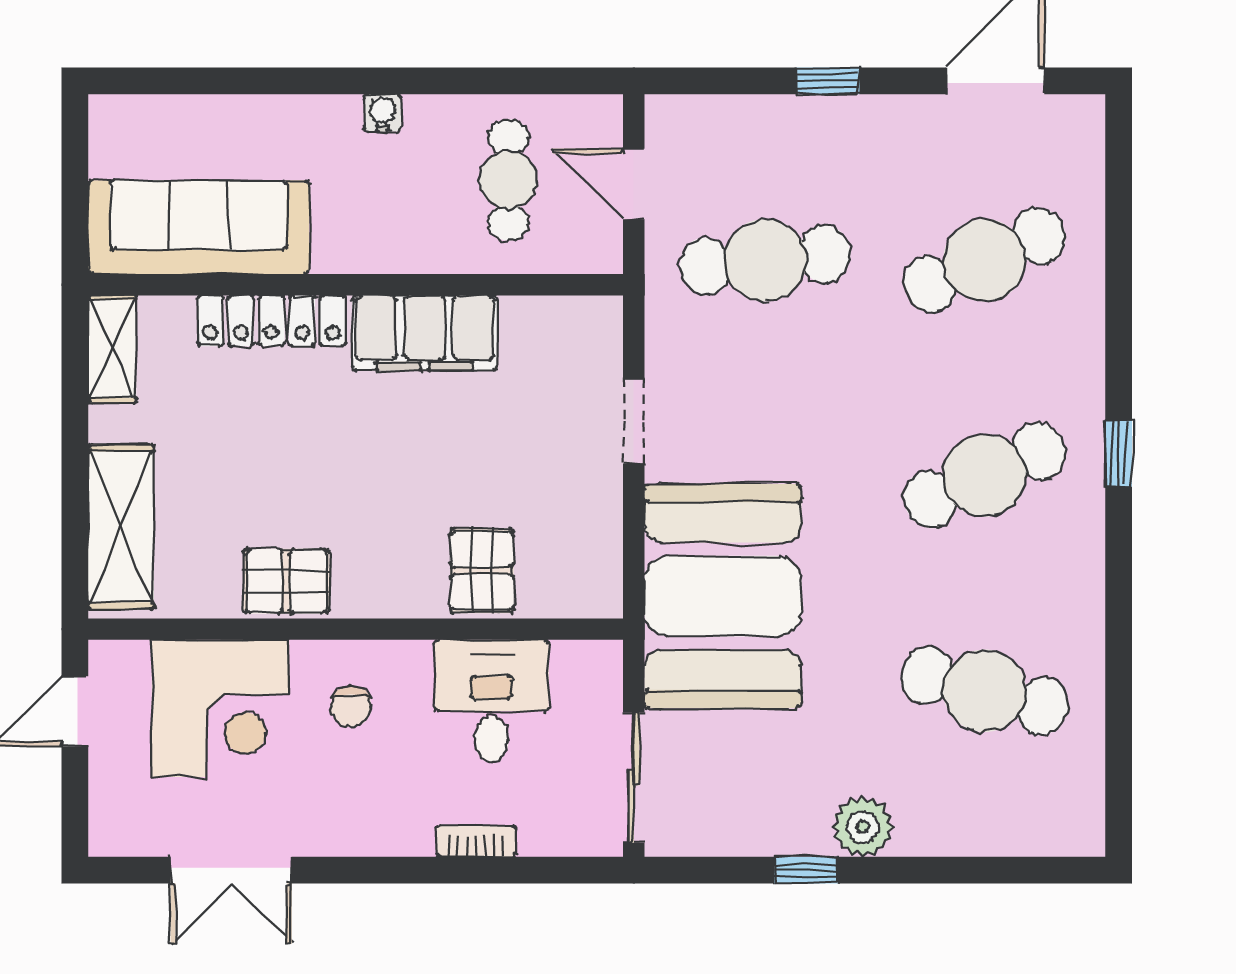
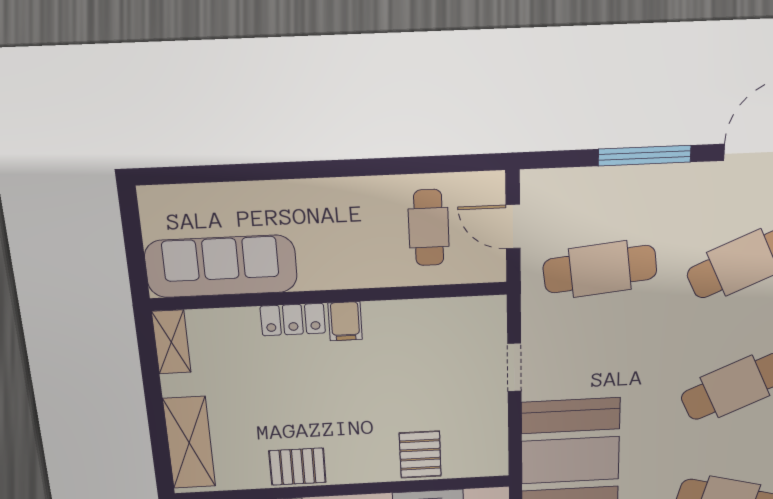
window: (828, 81) -> (645, 156), width x2.17
water cooler: (383, 113) -> (341, 189), removed
locker: (271, 321) -> (293, 320), width x0.66
filing cabinet: (425, 333) -> (345, 321), width x0.33, depth x0.86

